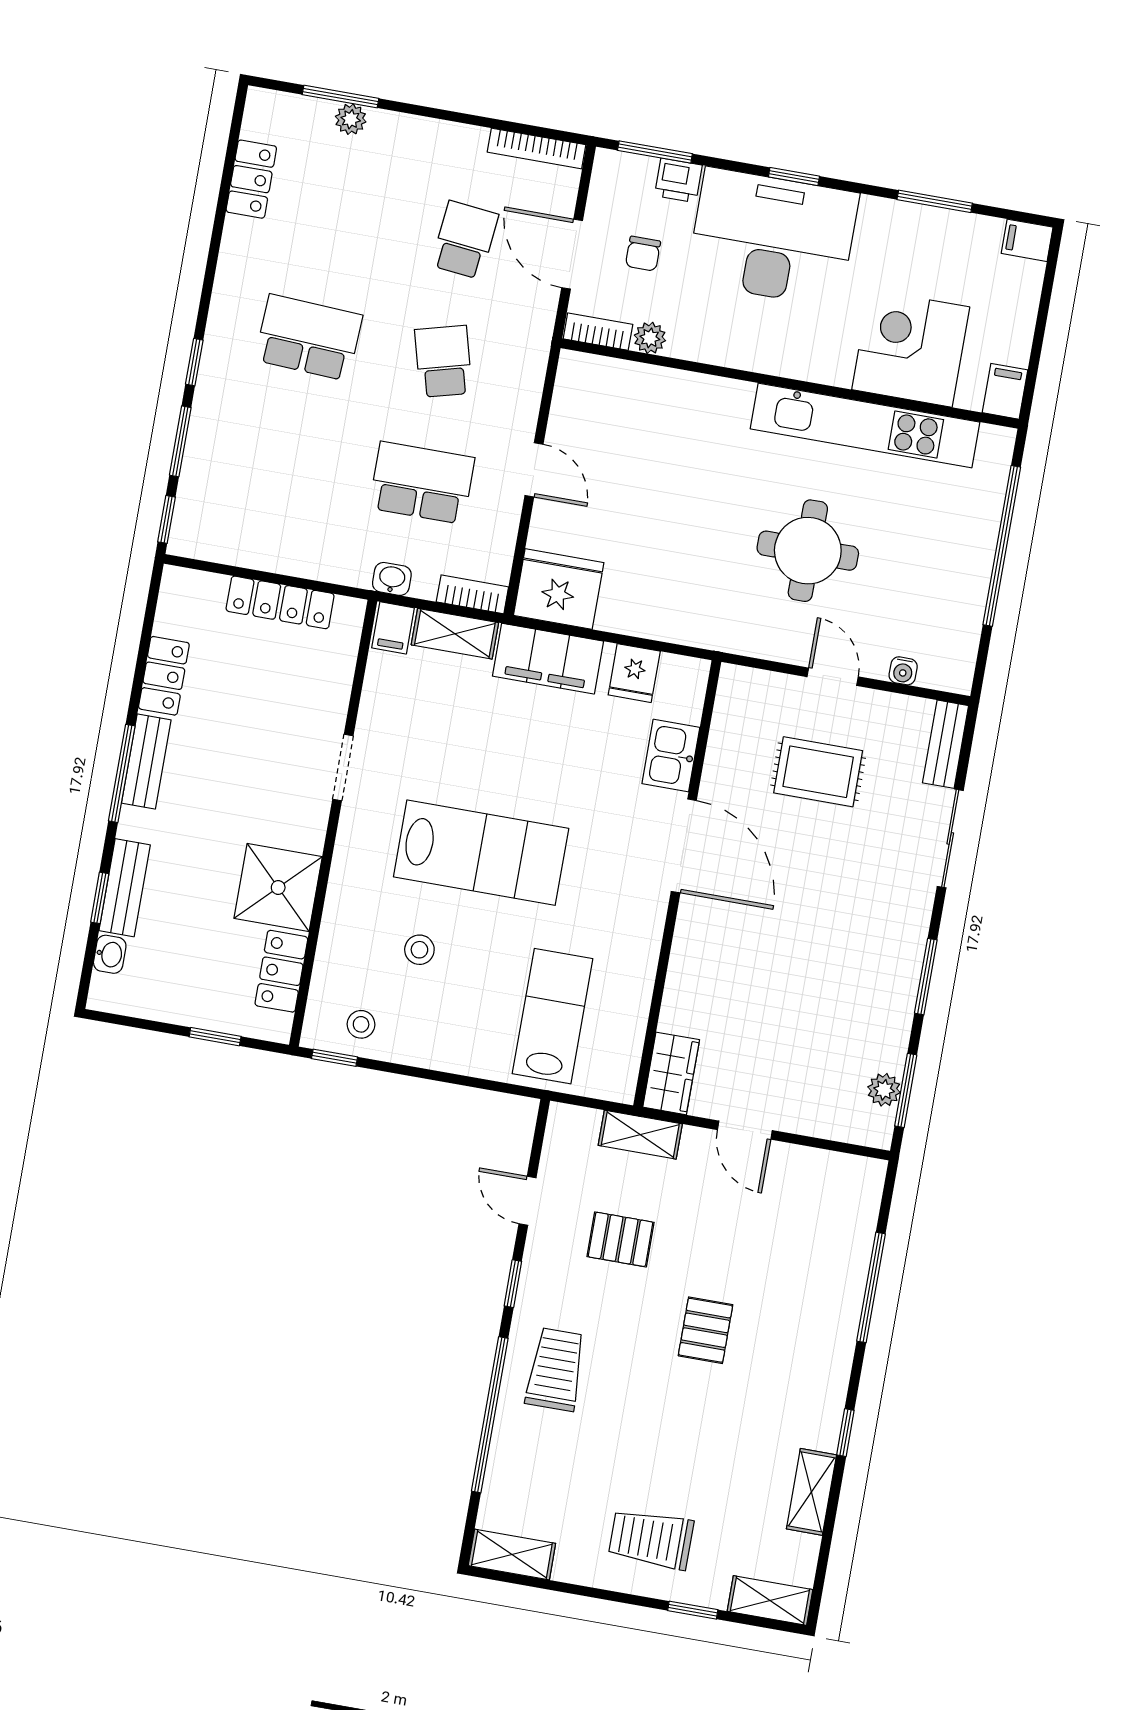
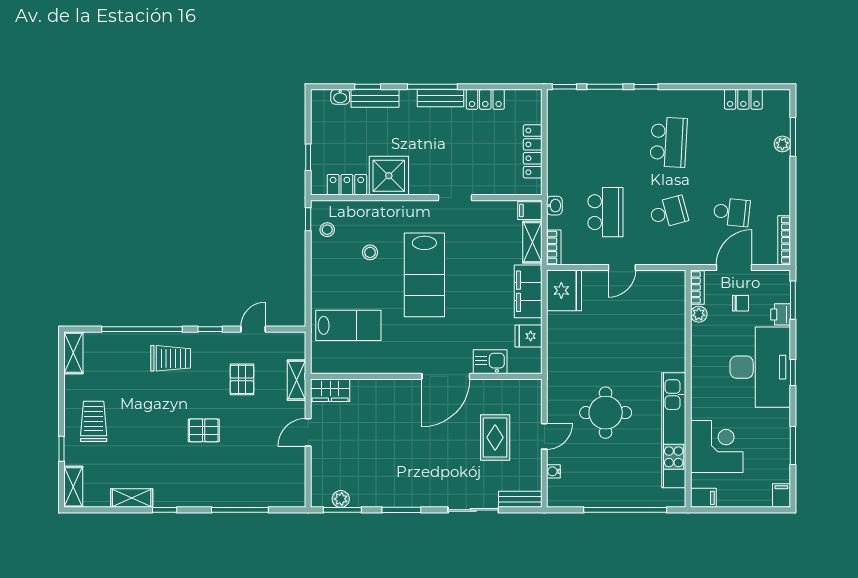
chair: (643, 254) -> (741, 303), turned 180

